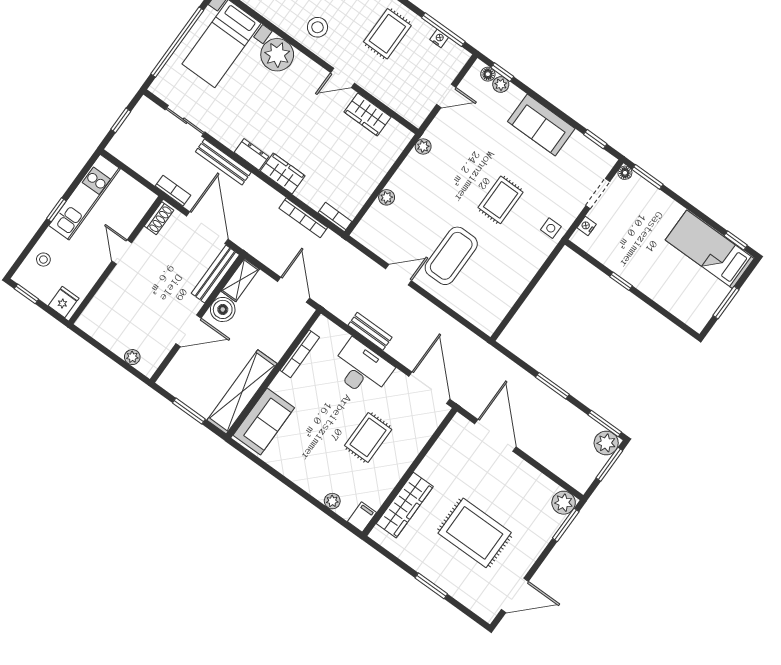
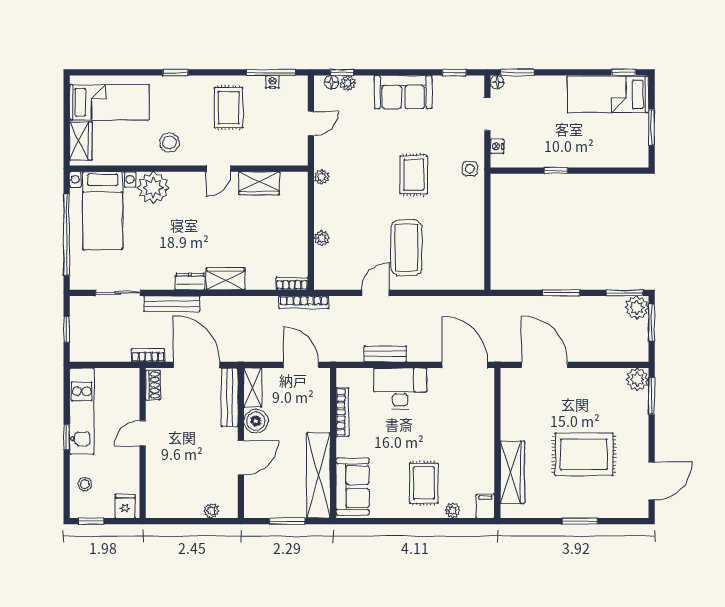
bookcase: (303, 218) -> (304, 302), moved
door: (122, 252) -> (143, 433), hinge flipped
rug: (368, 437) -> (424, 483), moved

